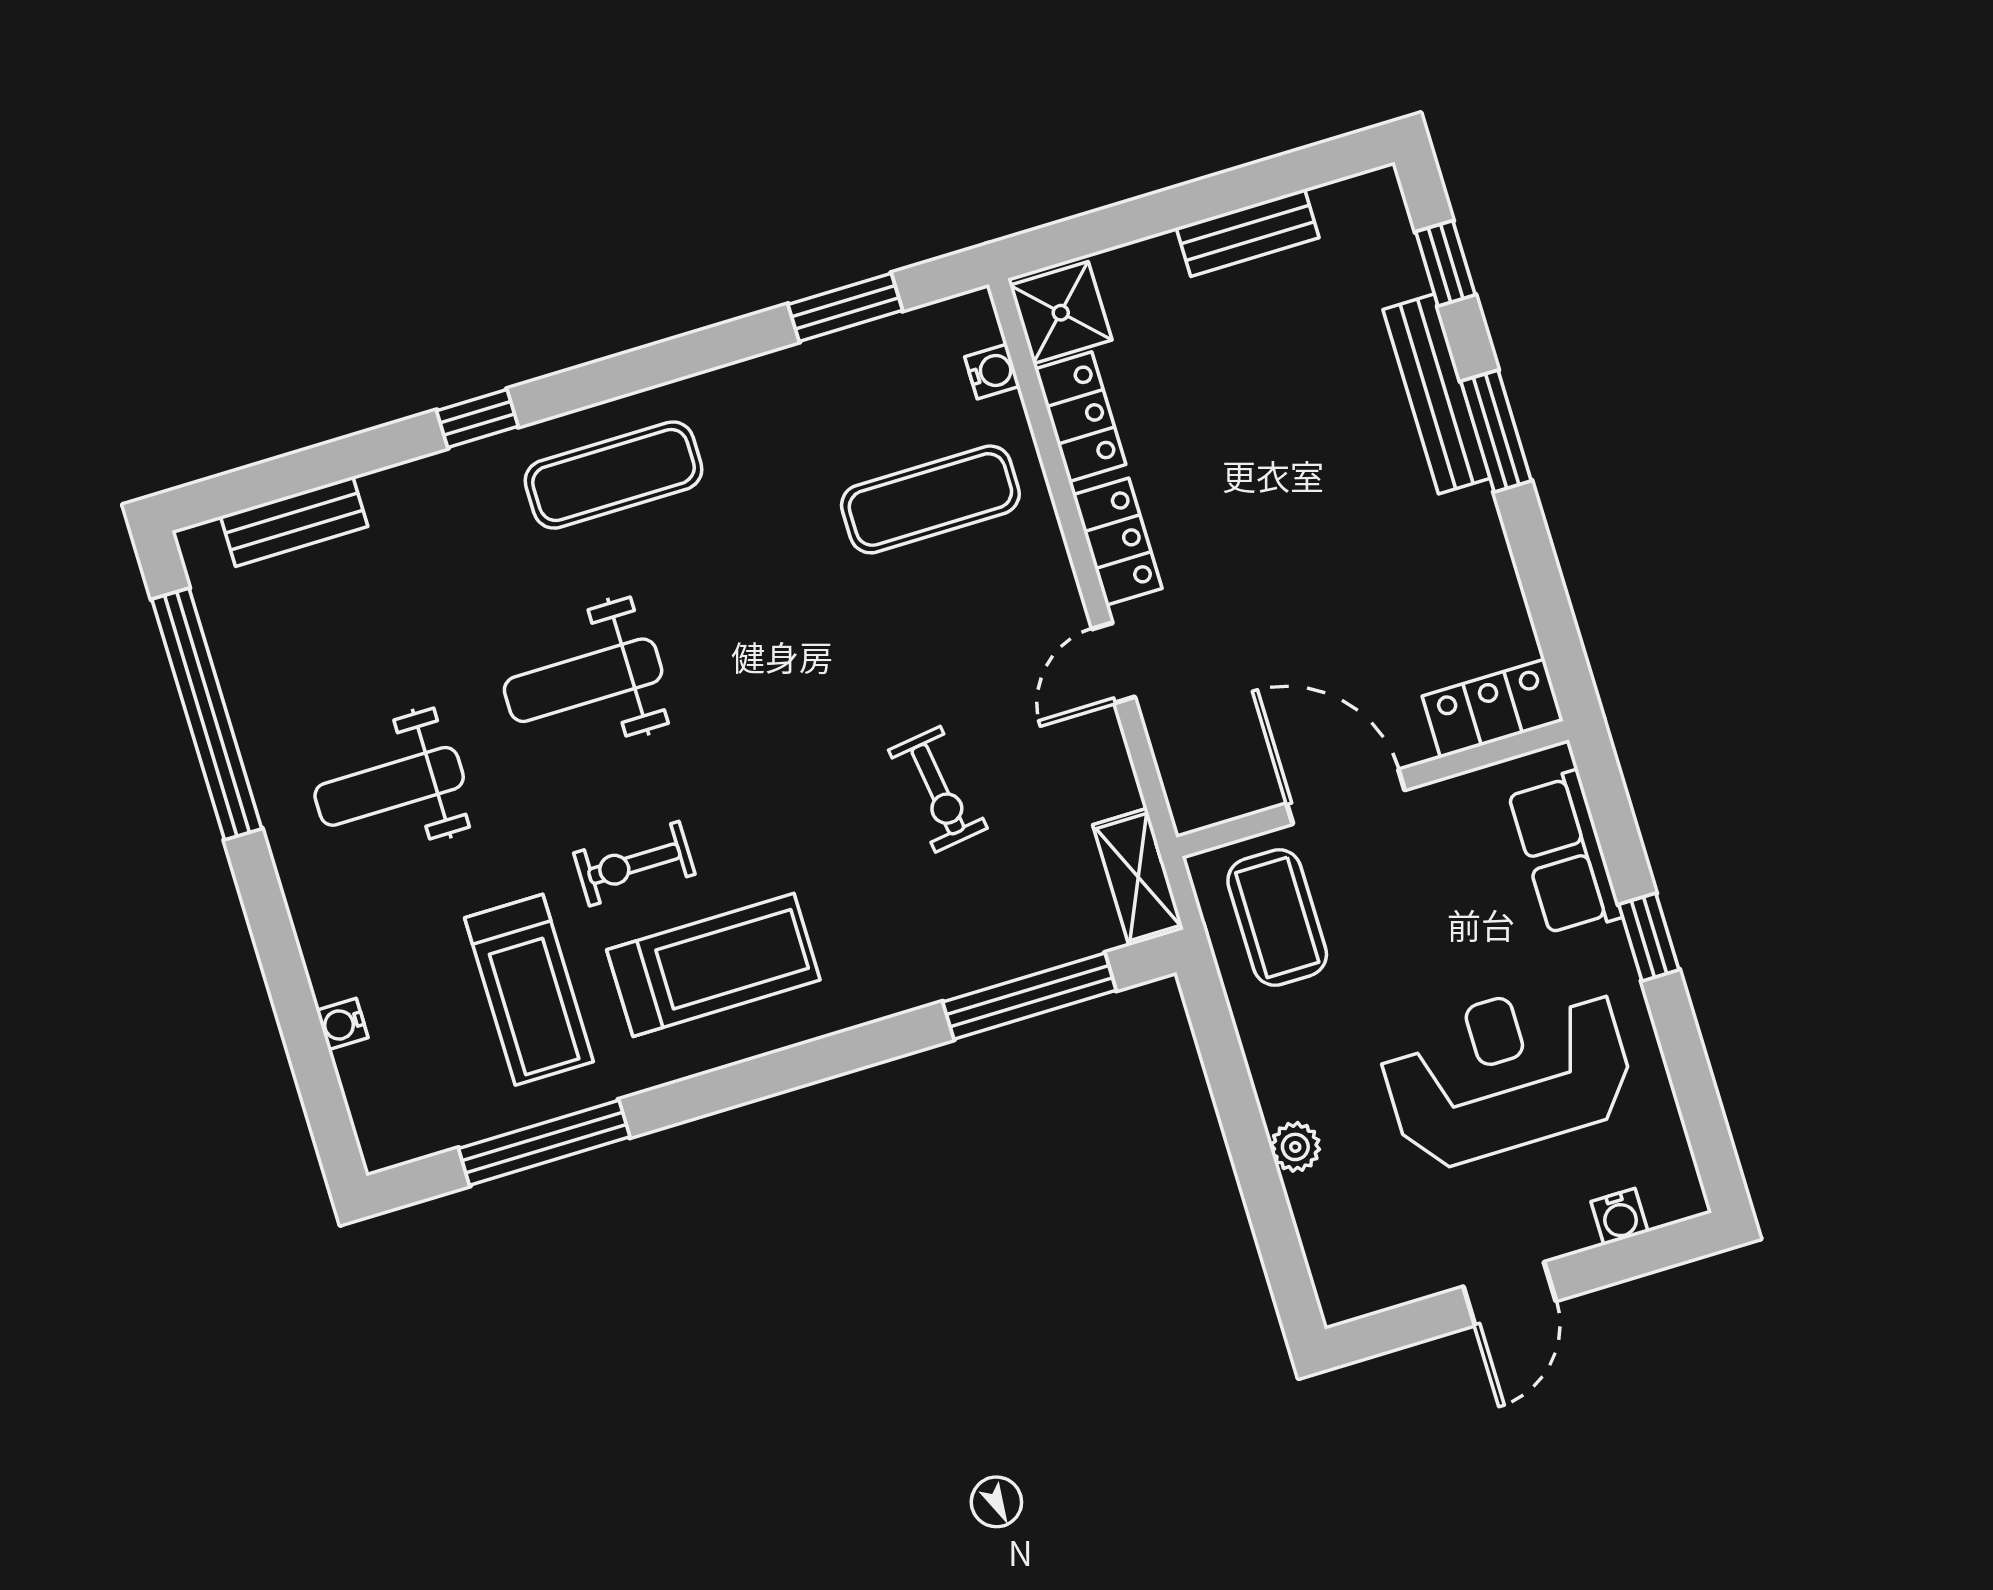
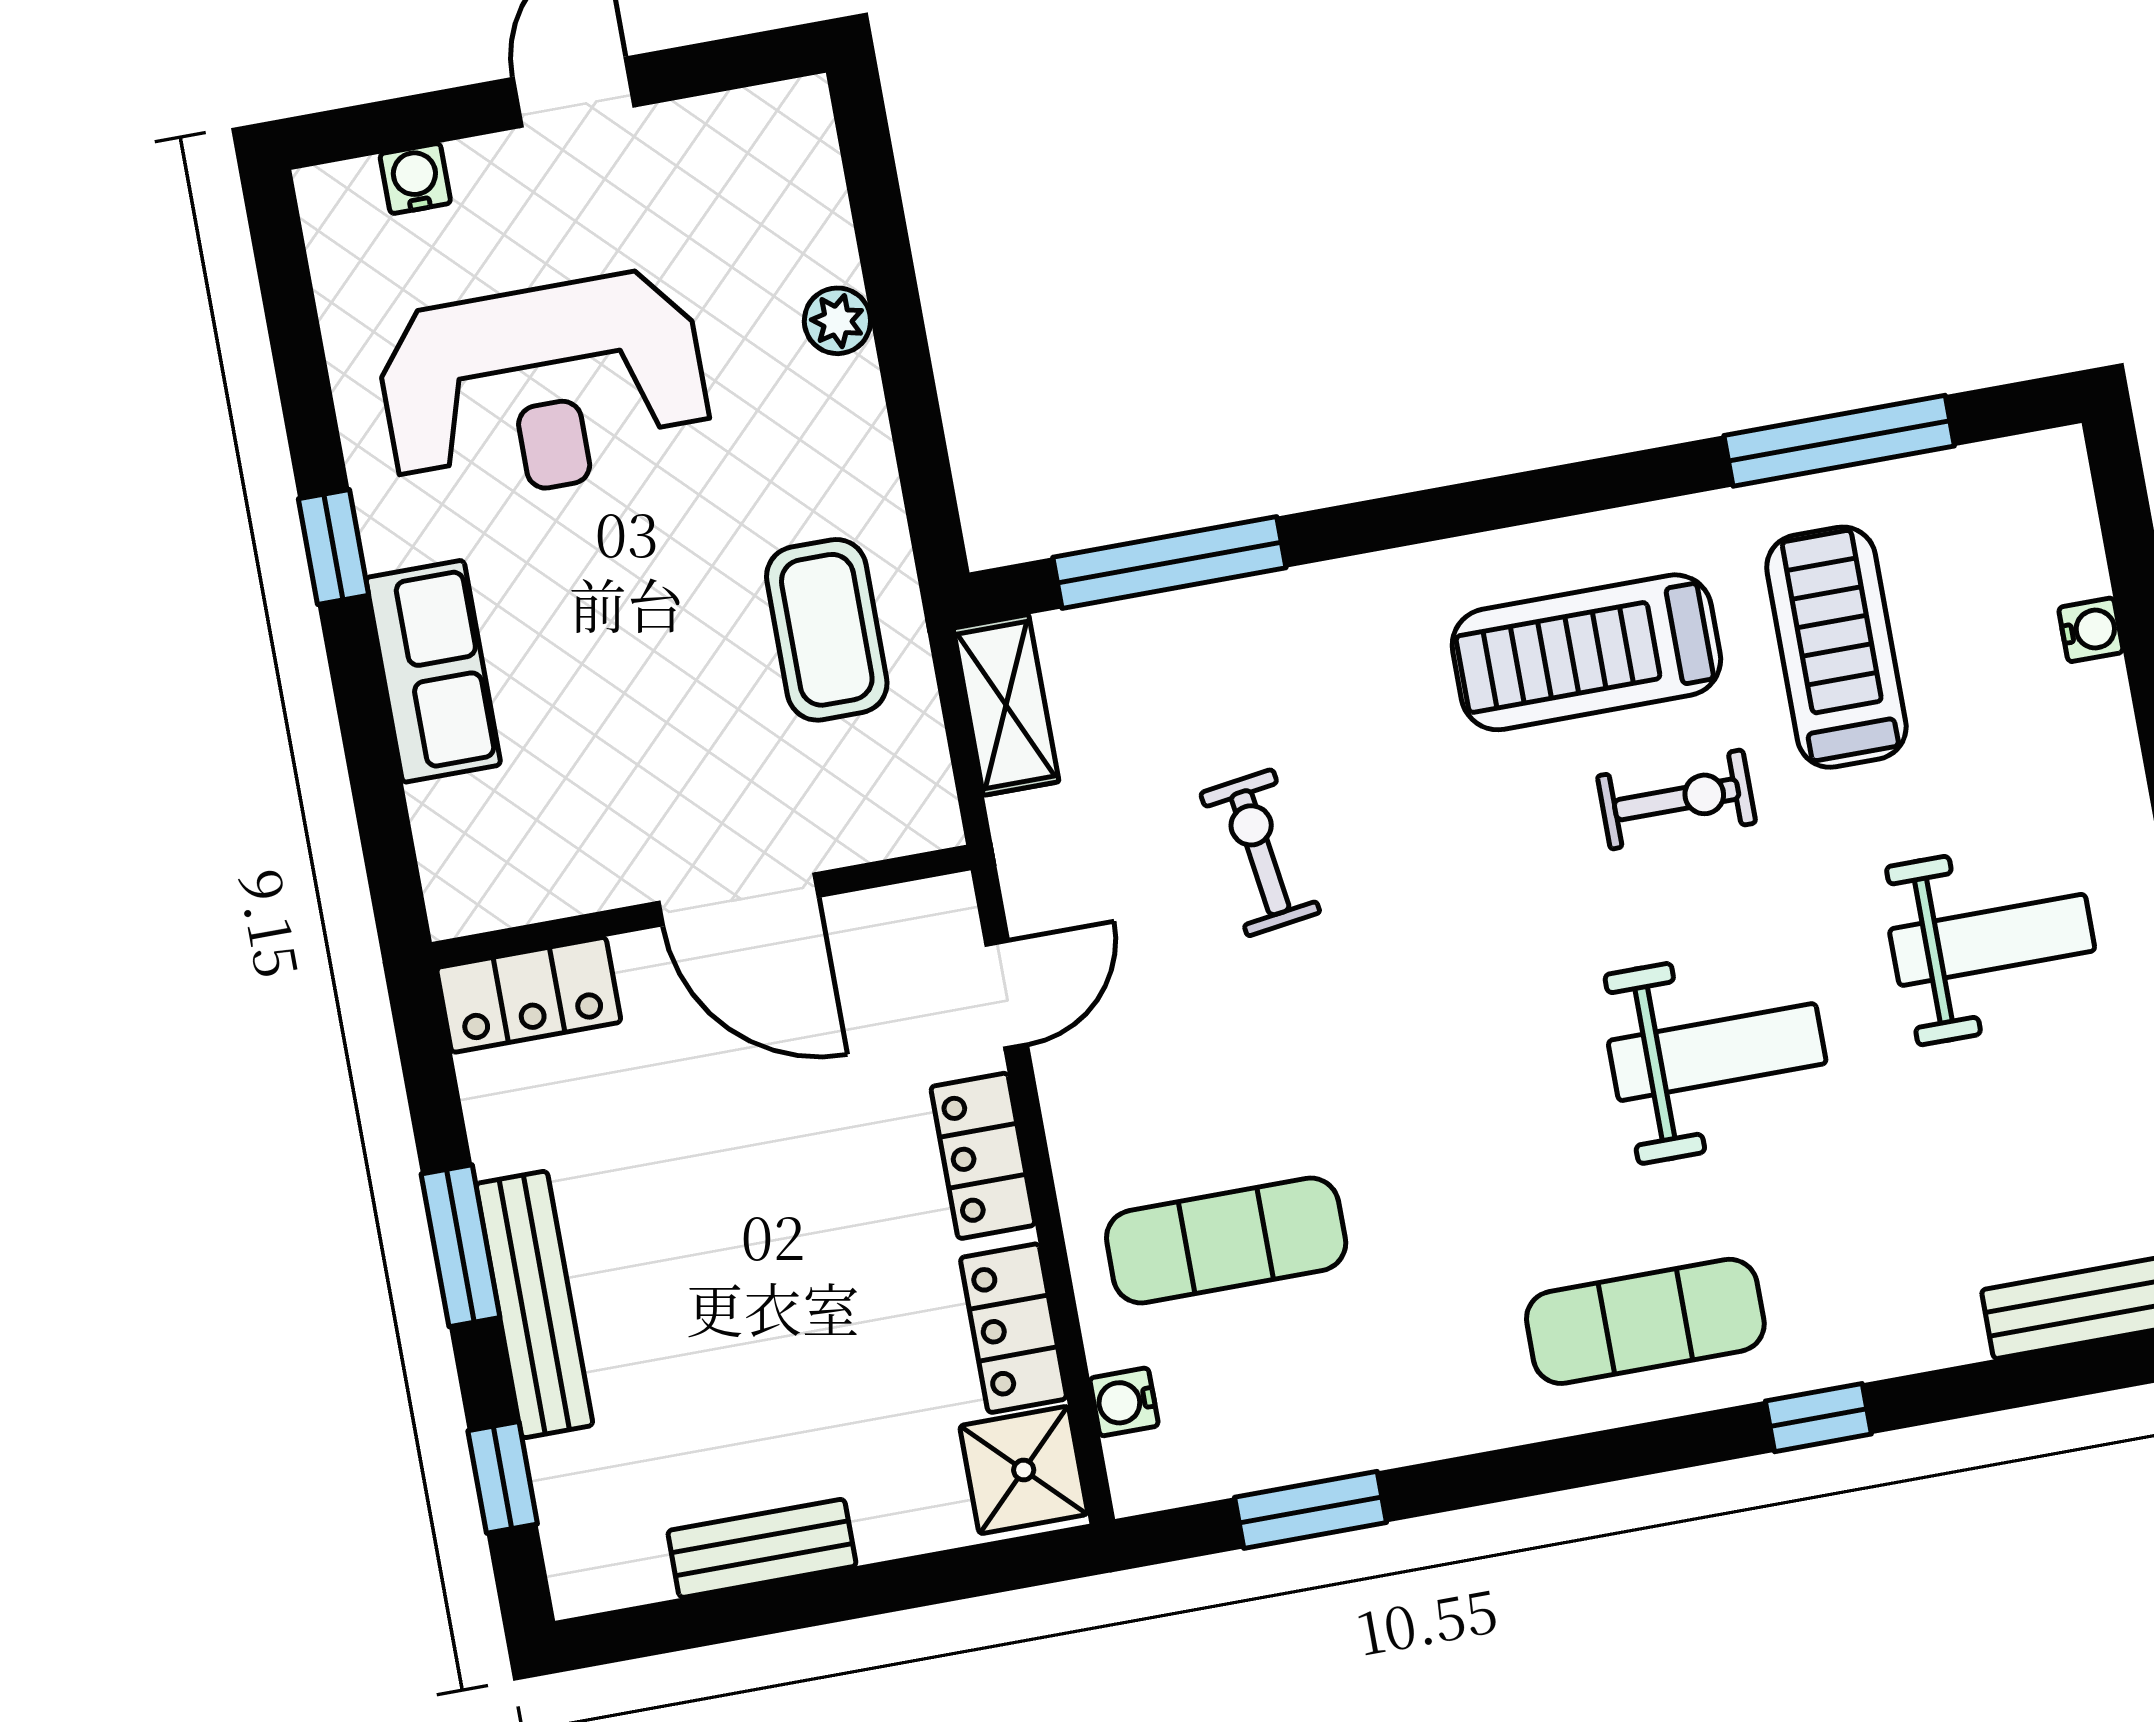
locker: (1493, 708) -> (529, 995), moved
wall: (1373, 789) -> (701, 906), moved
door: (1346, 797) -> (739, 899), moved

